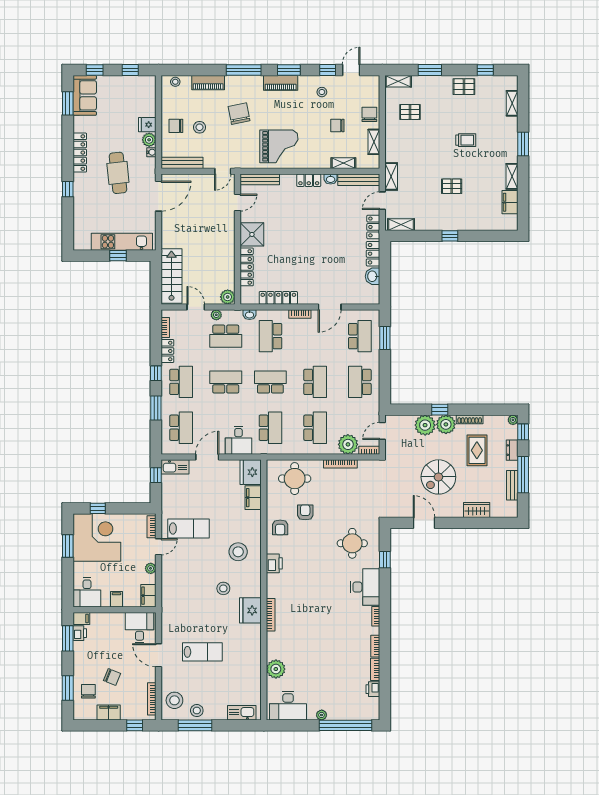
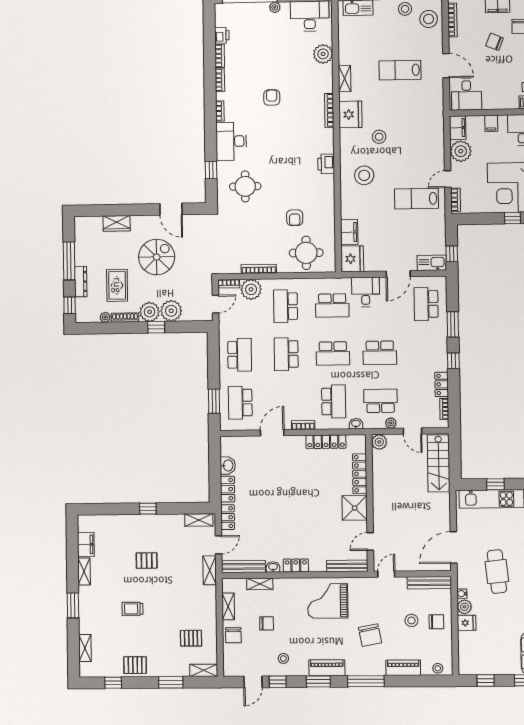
school desk: (181, 382) -> (427, 352), removed
plant: (513, 420) -> (105, 317), moved
school desk: (270, 428) -> (332, 305), turned -90
dresser: (512, 450) -> (81, 282), width x1.44
bench: (512, 485) -> (80, 250), removed
armchair: (280, 527) -> (272, 97), moved
plant: (151, 568) -> (461, 151), width x1.88, depth x1.88
shelving: (256, 645) -> (345, 79), added

